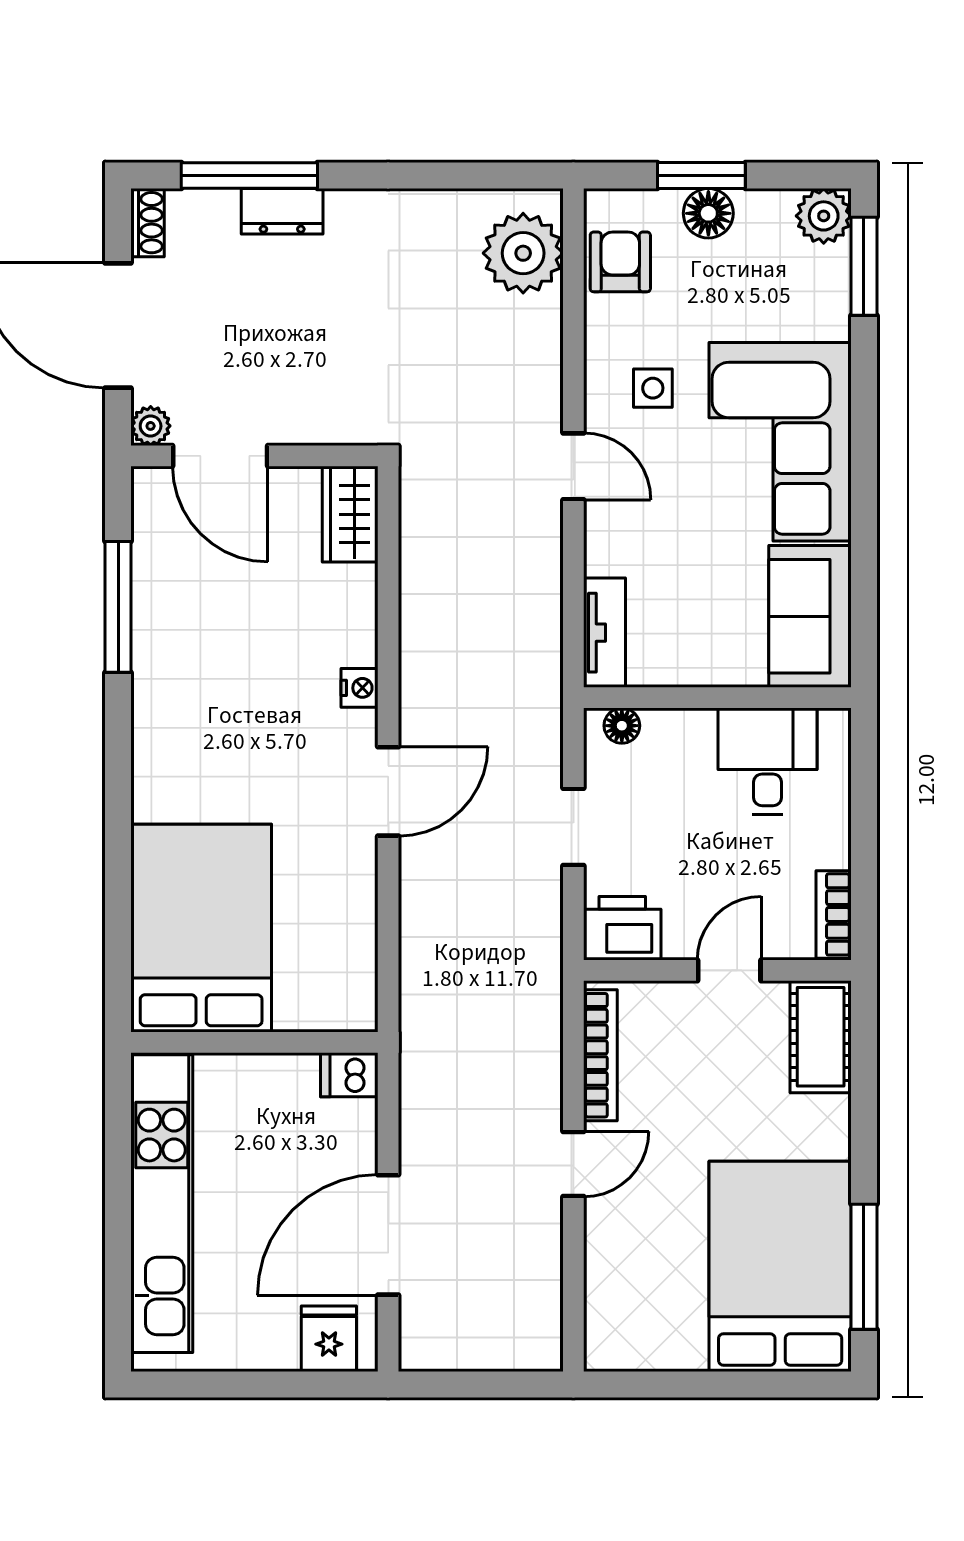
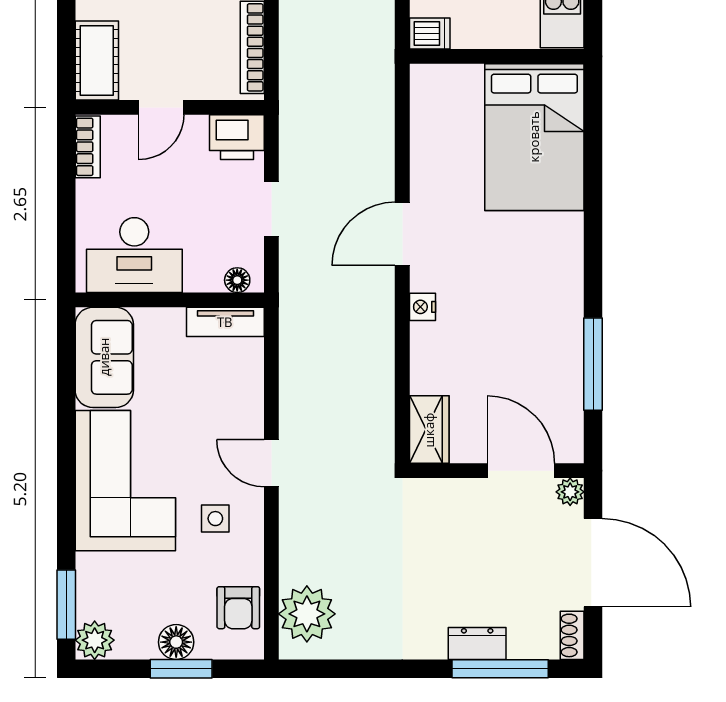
tv unit: (605, 633) -> (225, 322), moved, turned -90
desk: (768, 761) -> (134, 255), width x1.37

